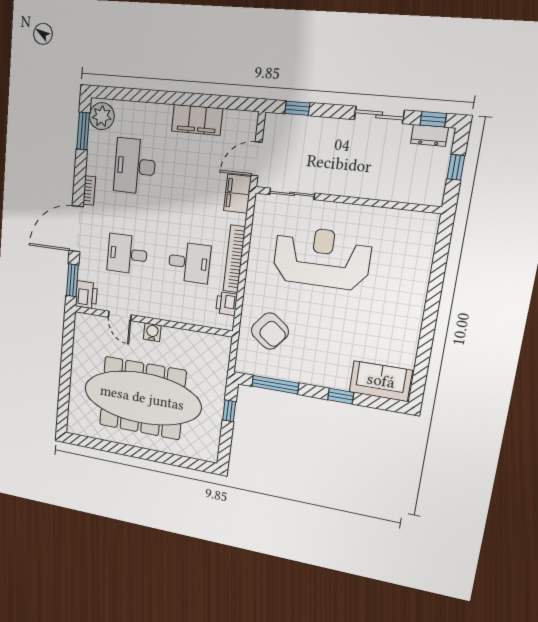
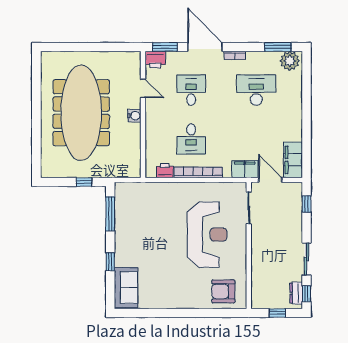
filing cabinet: (197, 120) -> (293, 160), moved
door: (120, 316) -> (143, 88), swing flipped
armchair: (270, 331) -> (223, 291), moved, turned 52

